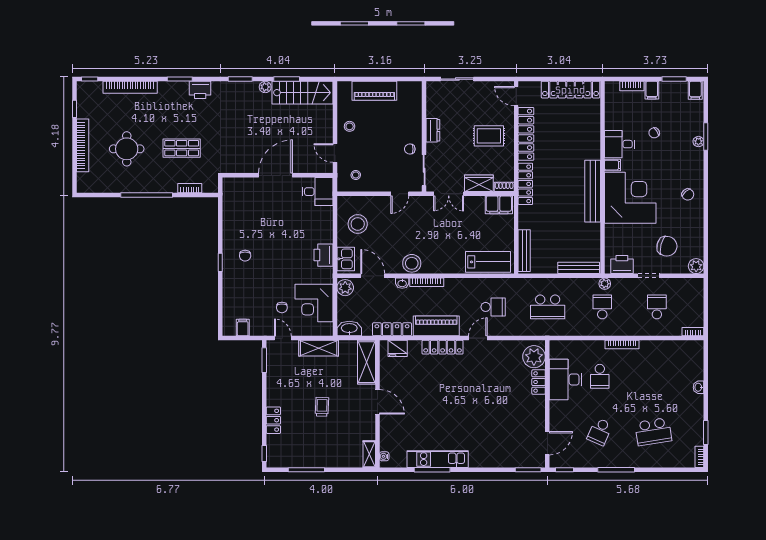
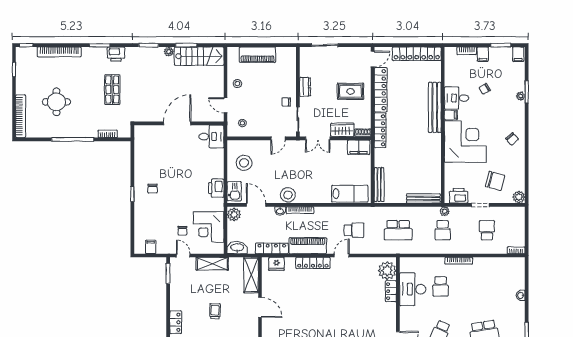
door: (516, 96) -> (373, 59), swing flipped
bookcase: (83, 145) -> (21, 116), moved
shop shelf: (182, 148) -> (112, 90), moved, turned 90
bench: (593, 191) -> (435, 107), moved
school desk: (602, 307) -> (443, 230), turned 180

